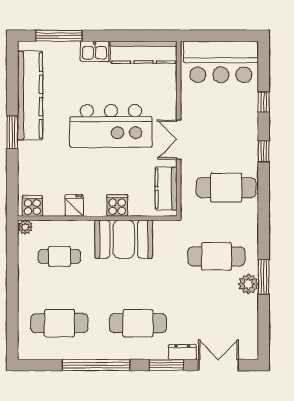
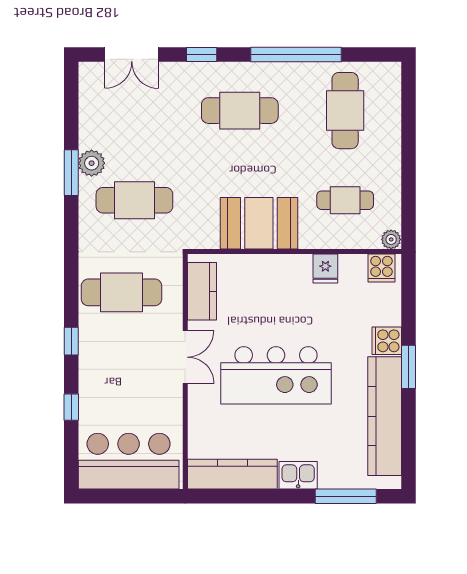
kitchen island: (111, 126) -> (276, 375), turned 180
cooker: (117, 205) -> (387, 341), moved, turned 90
cafe table: (59, 323) -> (345, 111), turned 90
dresser: (182, 352) -> (180, 72), removed
window: (166, 365) -> (202, 54), width x0.67

